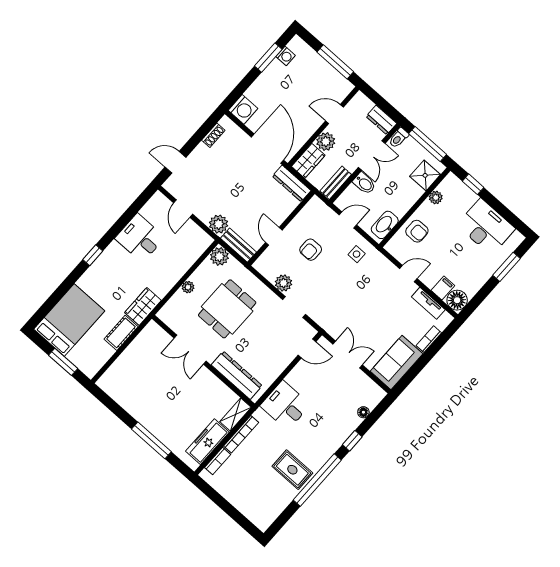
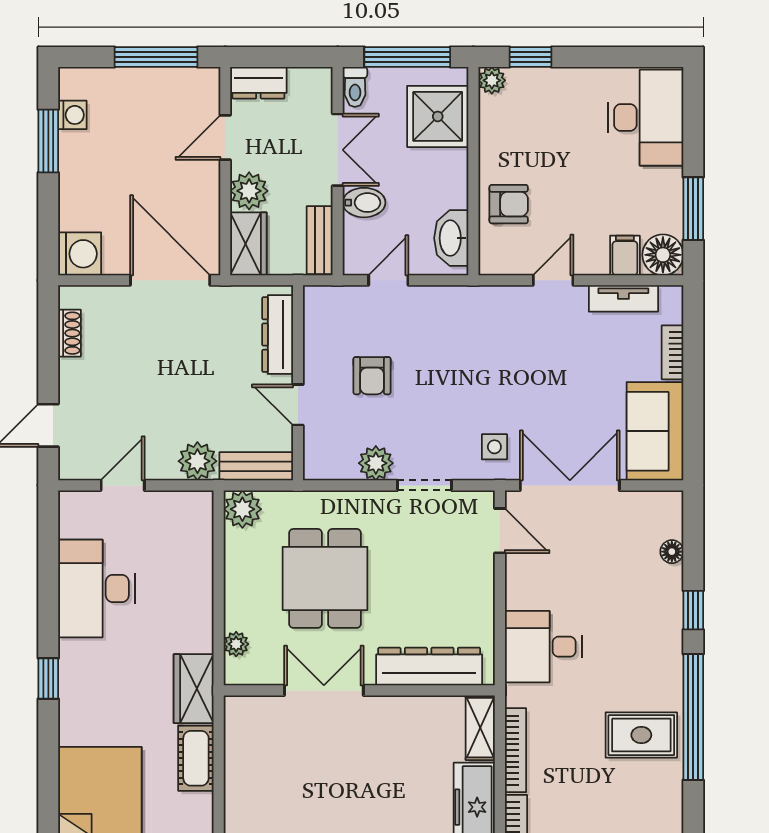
dresser: (381, 120) -> (258, 83), moved
shower: (425, 175) -> (438, 116), width x1.36, depth x1.36
dresser: (292, 183) -> (278, 335), moved, turned 90
plant: (436, 198) -> (492, 80), moved
door: (183, 209) -> (123, 485), swing flipped
desk: (486, 227) -> (646, 118), moved, turned 90
desk: (140, 238) -> (97, 588), width x1.37
side table: (357, 254) -> (494, 447), moved
window: (507, 267) -> (693, 209), moved
plant: (188, 287) -> (236, 644), moved
door: (307, 348) -> (500, 531), hinge flipped
double door: (190, 350) -> (324, 690), swing flipped
double door: (348, 355) -> (570, 485), width x1.37

